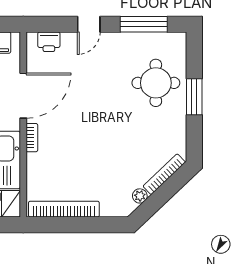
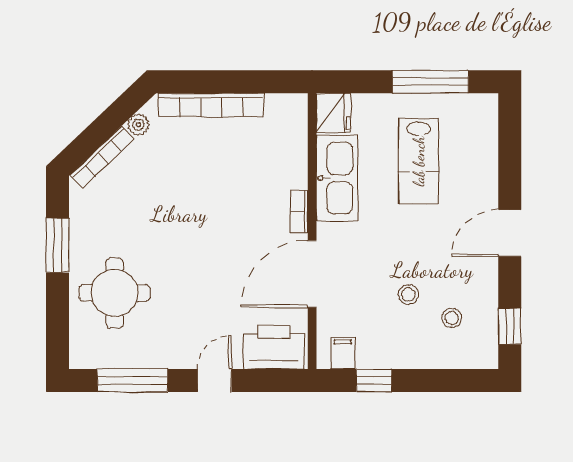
printer: (49, 42) -> (274, 347), width x1.87, depth x1.48
window: (194, 97) -> (57, 245), moved
bookcase: (64, 209) -> (211, 105), moved

